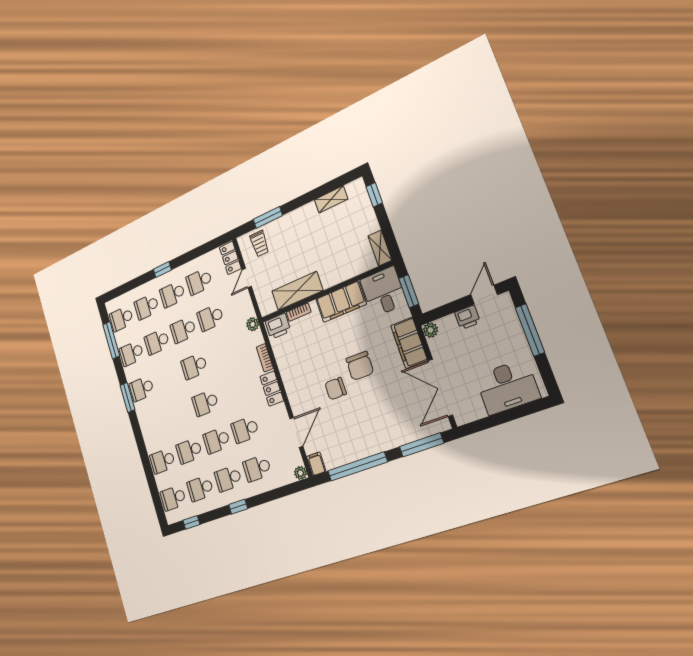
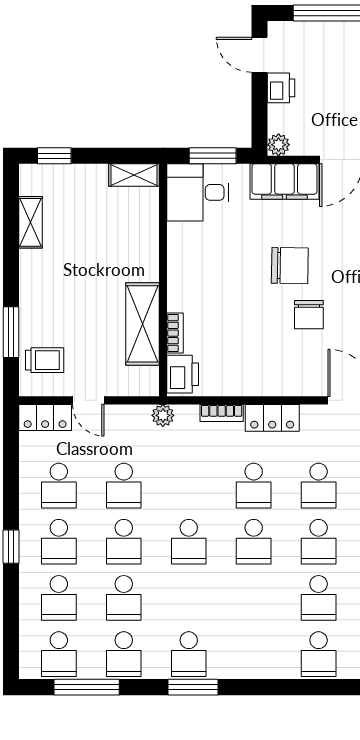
filing cabinet: (341, 302) -> (186, 261), removed
school desk: (233, 392) -> (254, 486), added

